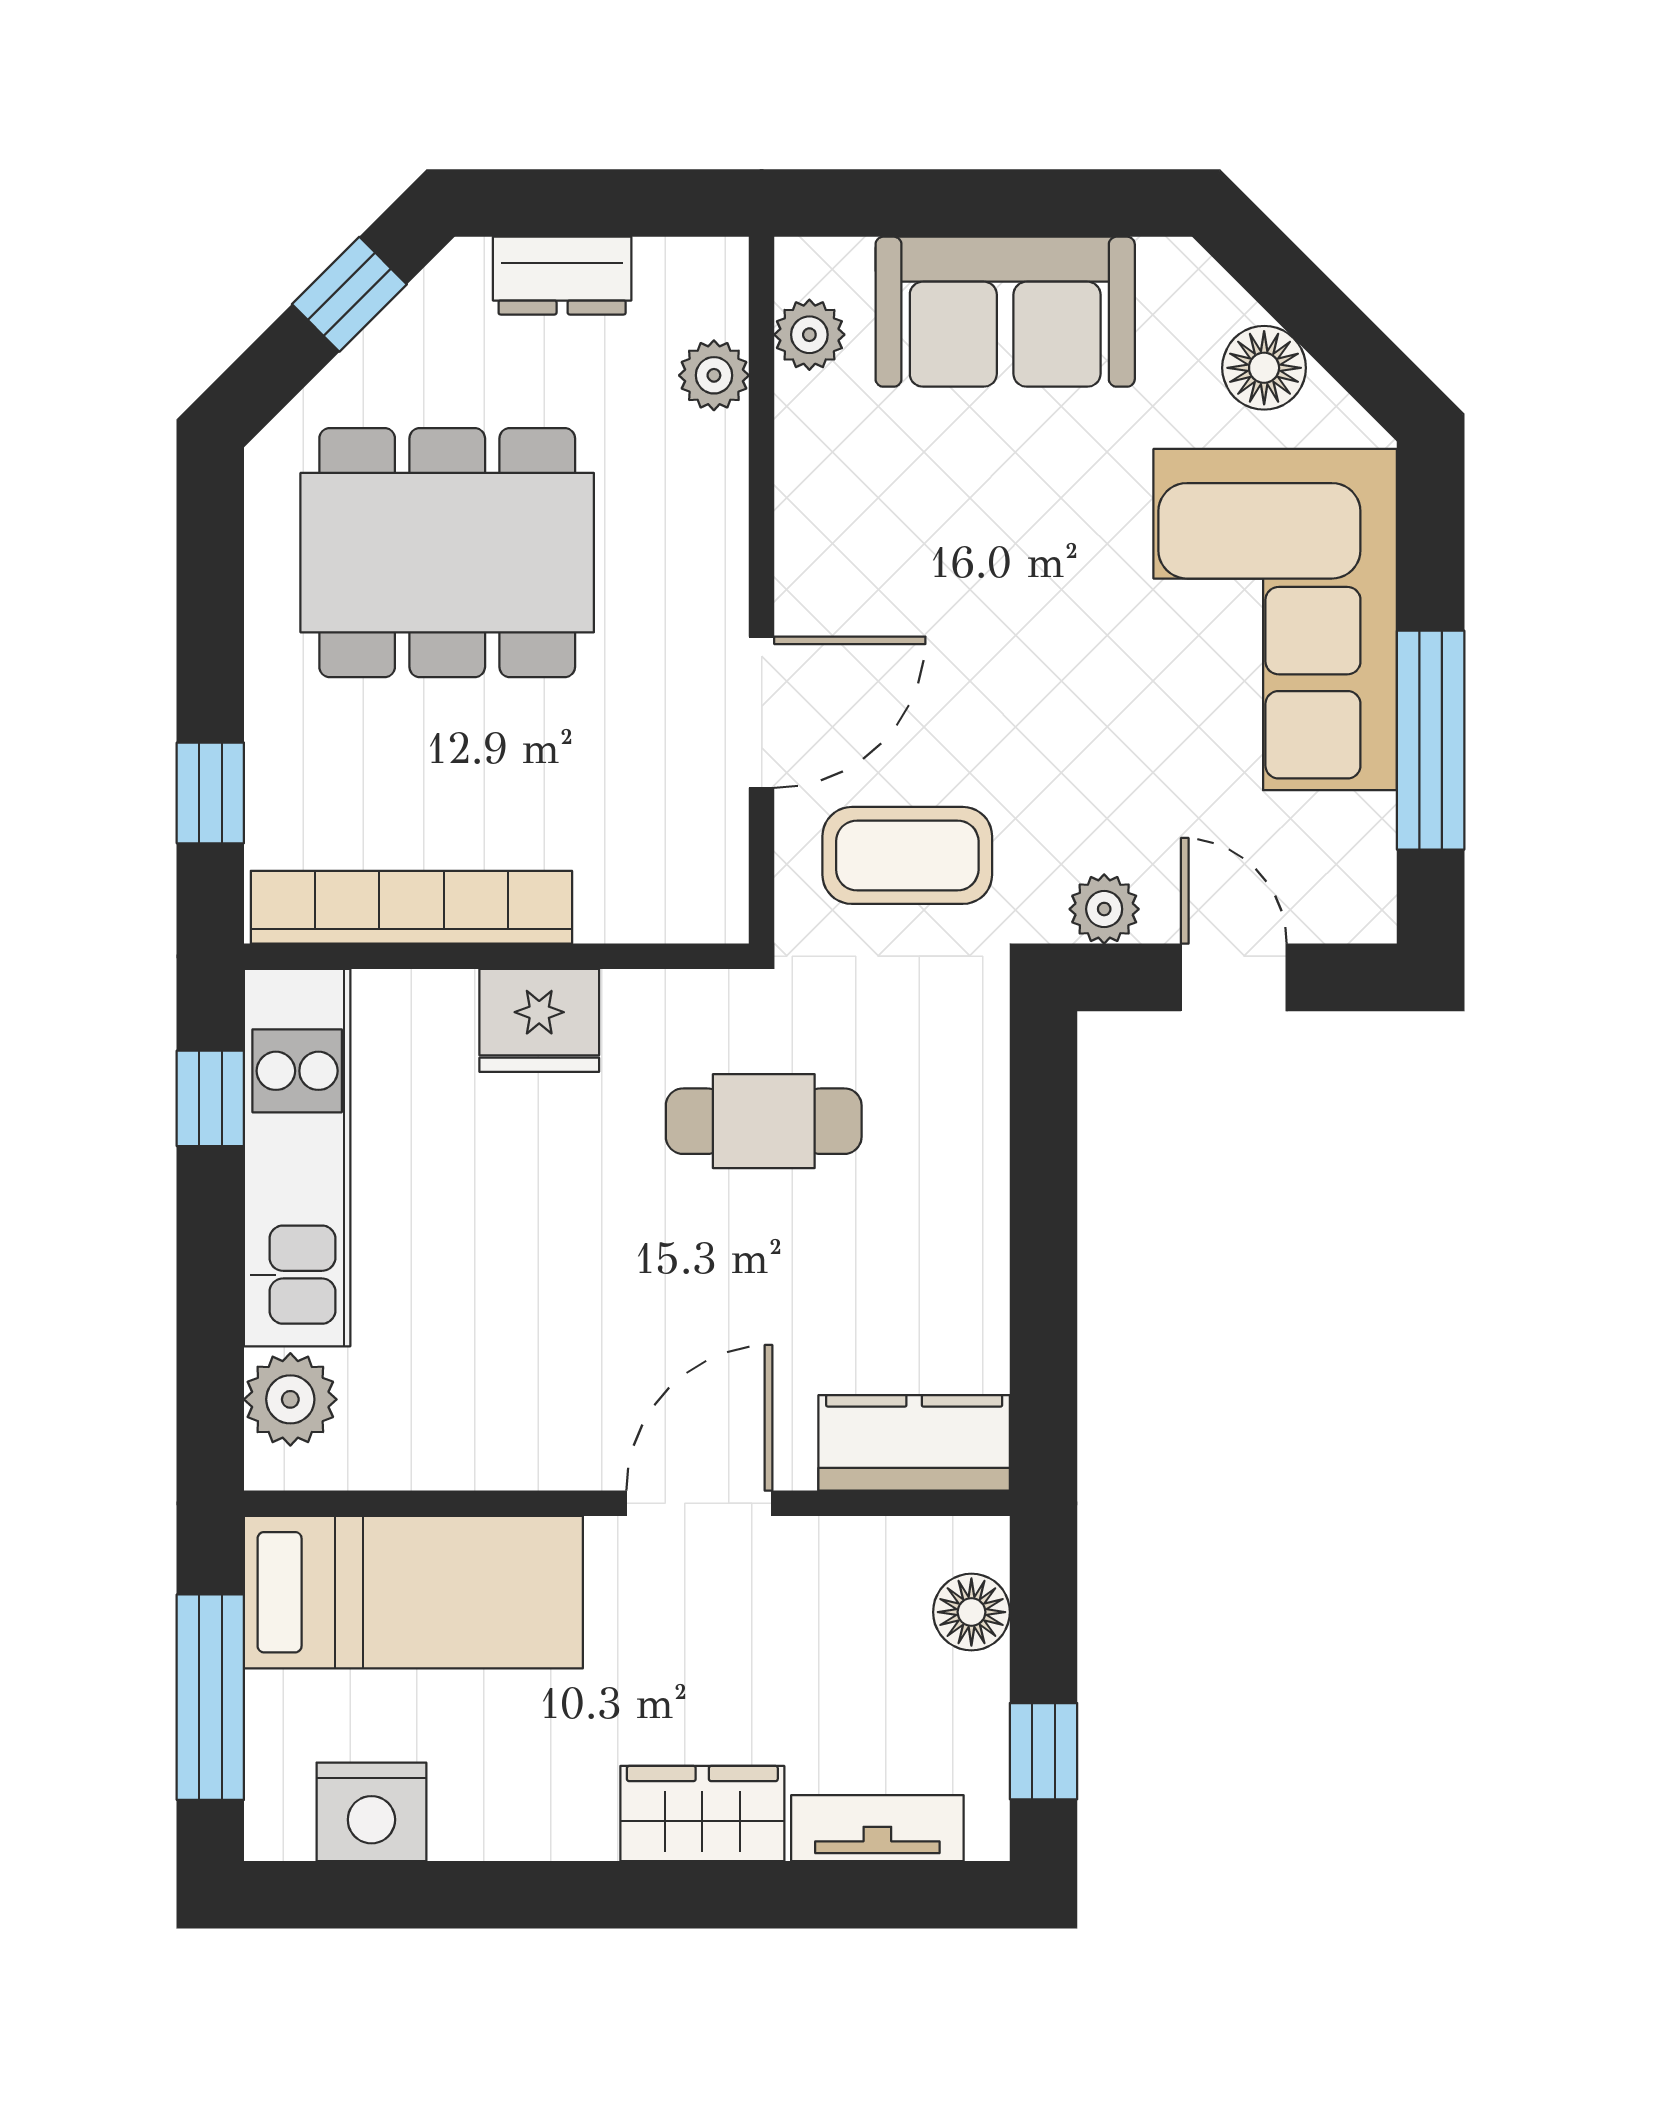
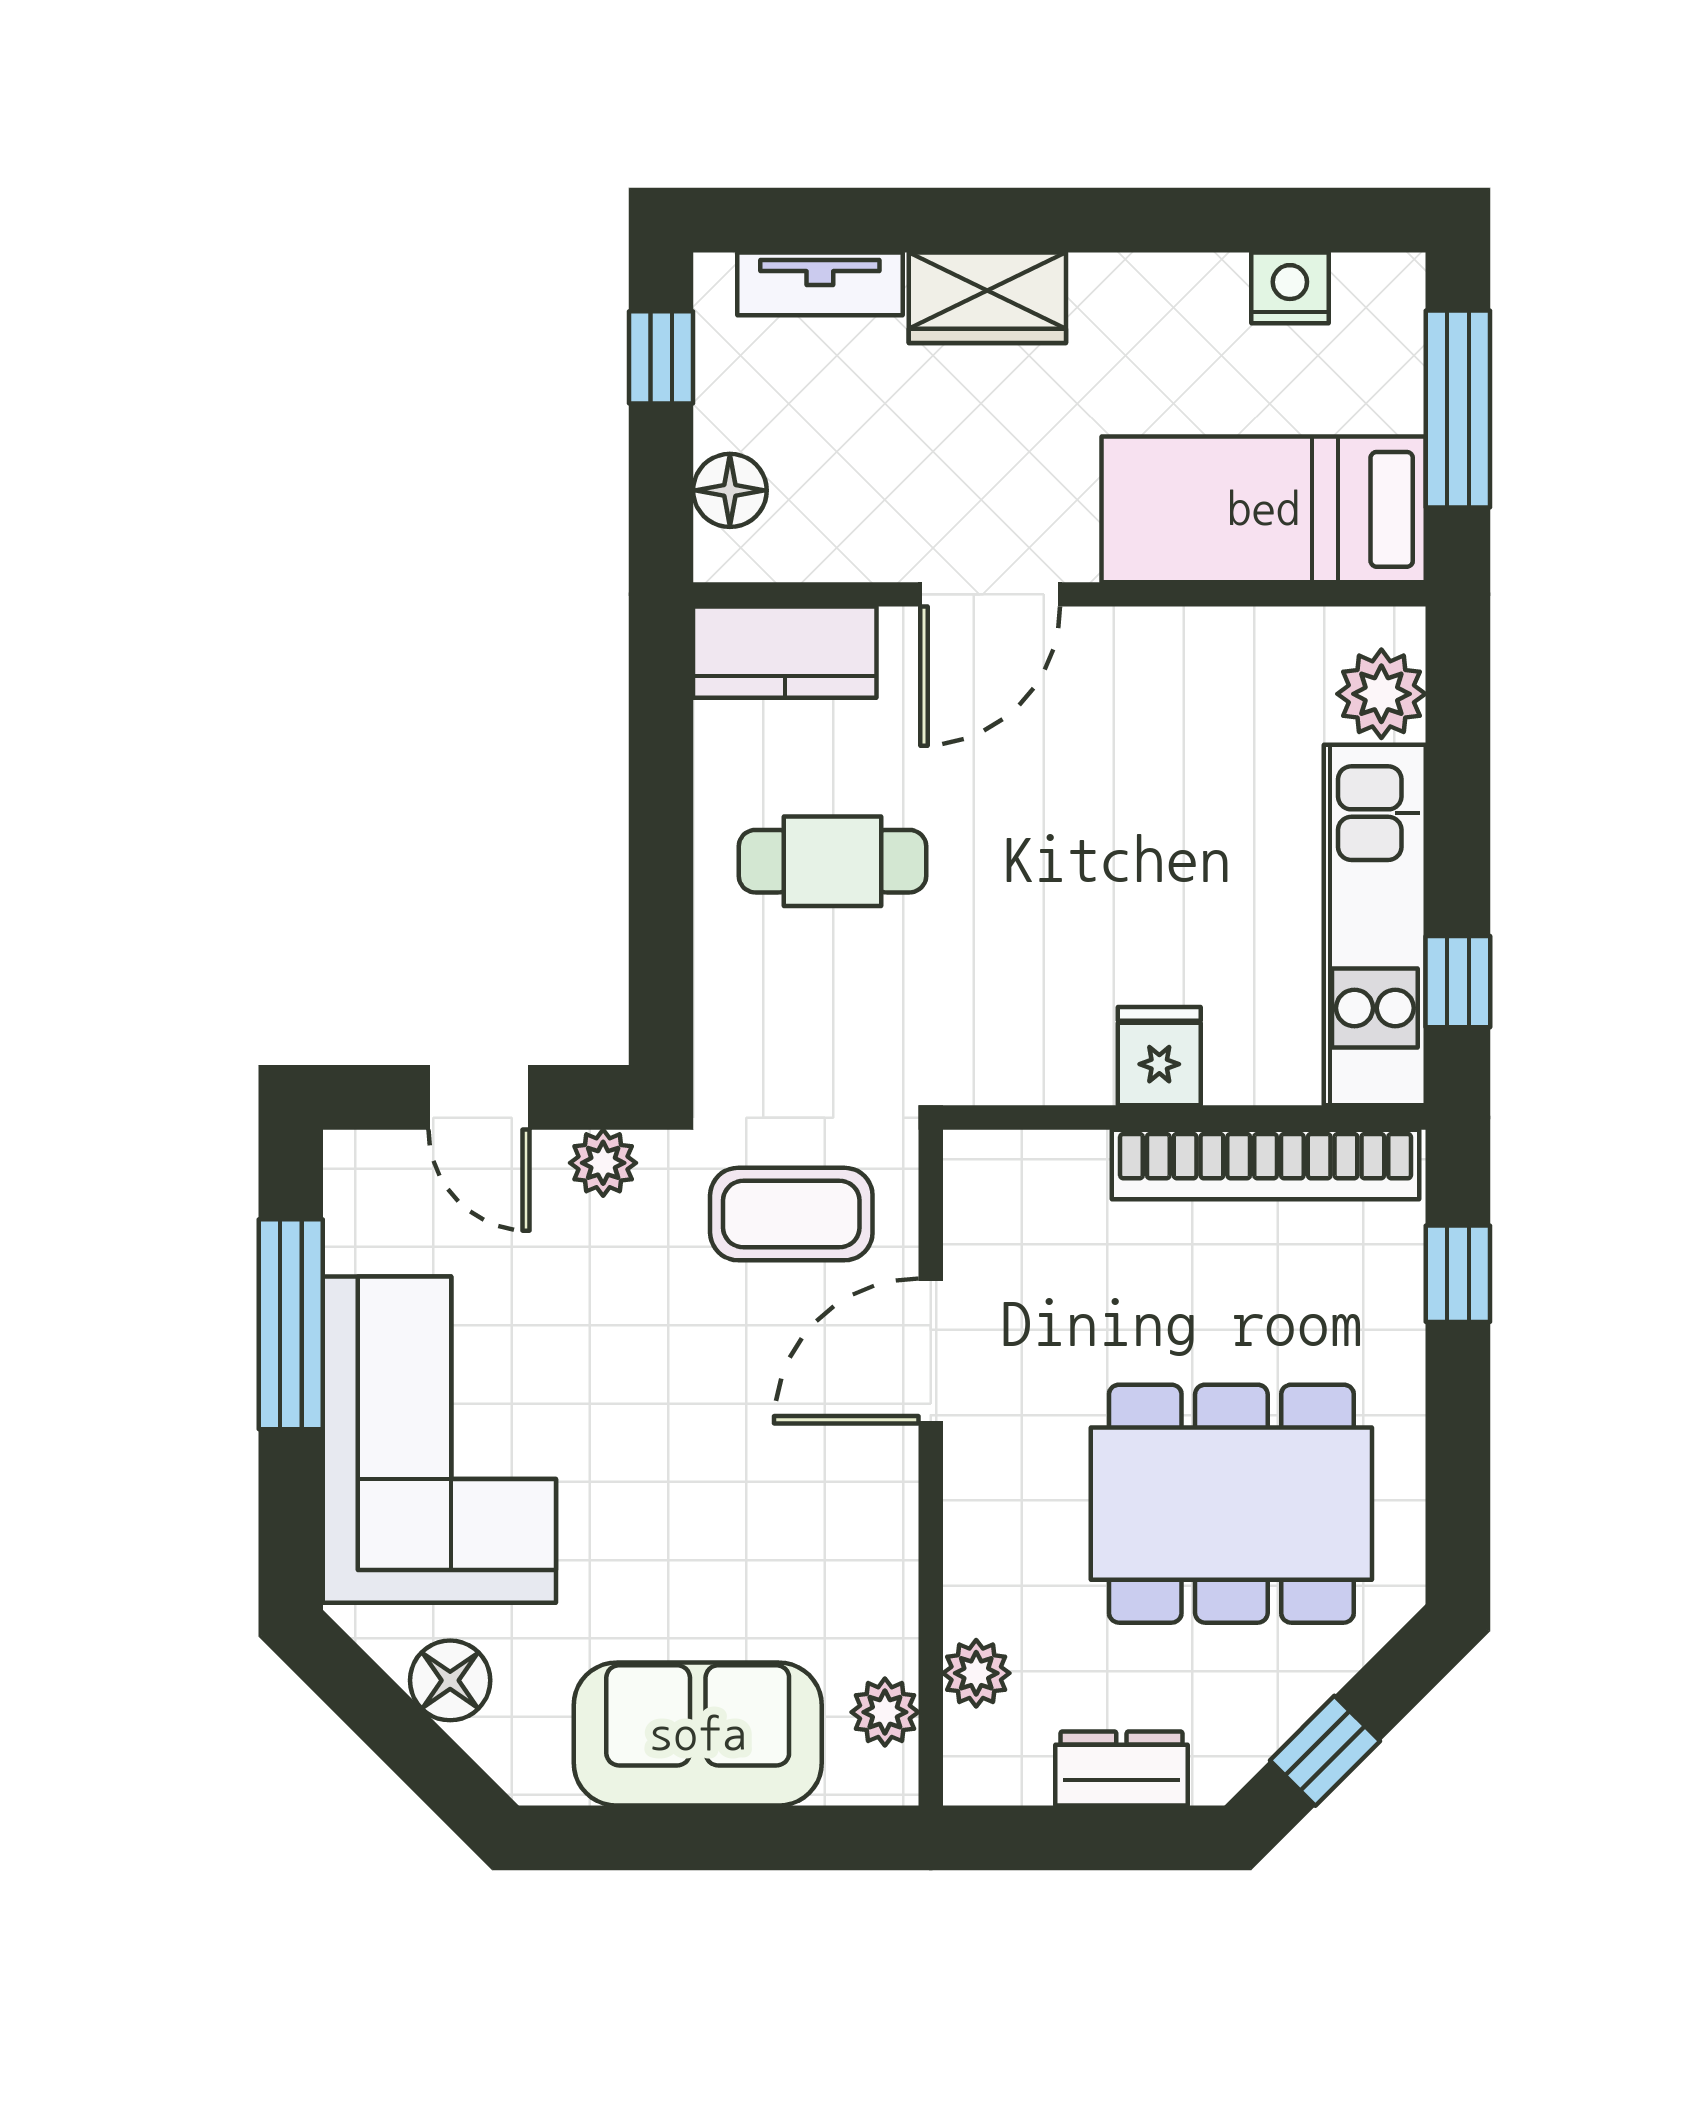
fridge: (539, 1020) -> (1159, 1056), width x0.72
cafe table: (764, 1121) -> (832, 861), moved
nightstand: (371, 1812) -> (1290, 288), width x0.74, depth x0.75

